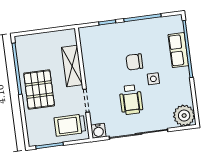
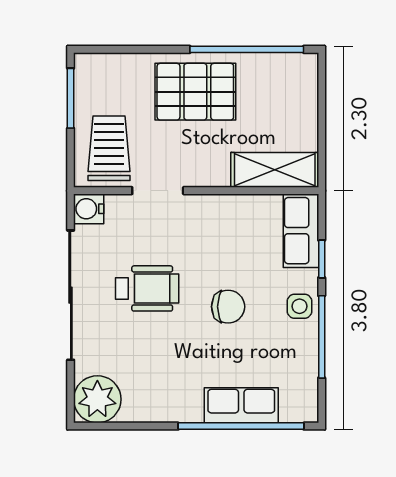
row of seats: (96, 33) -> (301, 231), added
chair: (134, 62) -> (228, 307), turned 90
shelving: (72, 66) -> (275, 170), moved
side table: (153, 79) -> (300, 306), moved
wheelchair: (131, 100) -> (147, 288), turned 180

